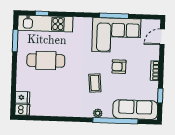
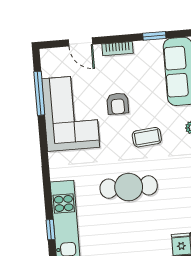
window: (114, 16) -> (39, 93), moved
door: (162, 37) -> (80, 42), moved
cafe table: (46, 60) -> (129, 187), moved, turned 90

